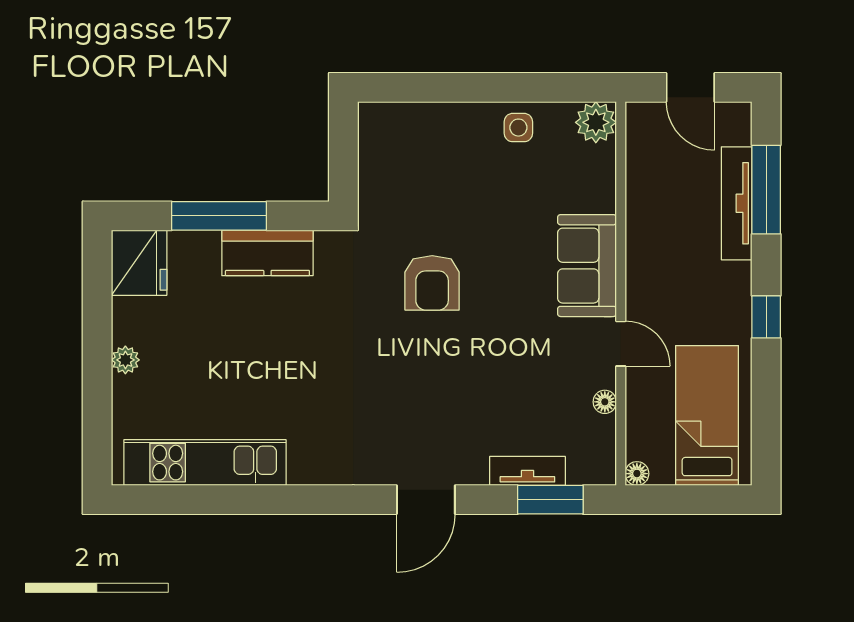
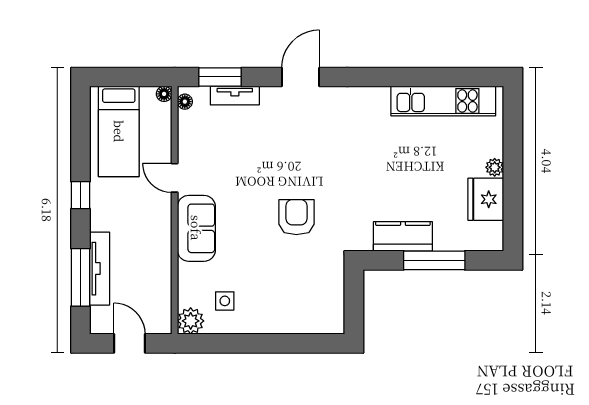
side table: (518, 128) -> (225, 301), moved
fridge: (139, 263) -> (486, 199), moved
floor lamp: (605, 402) -> (185, 102), moved

